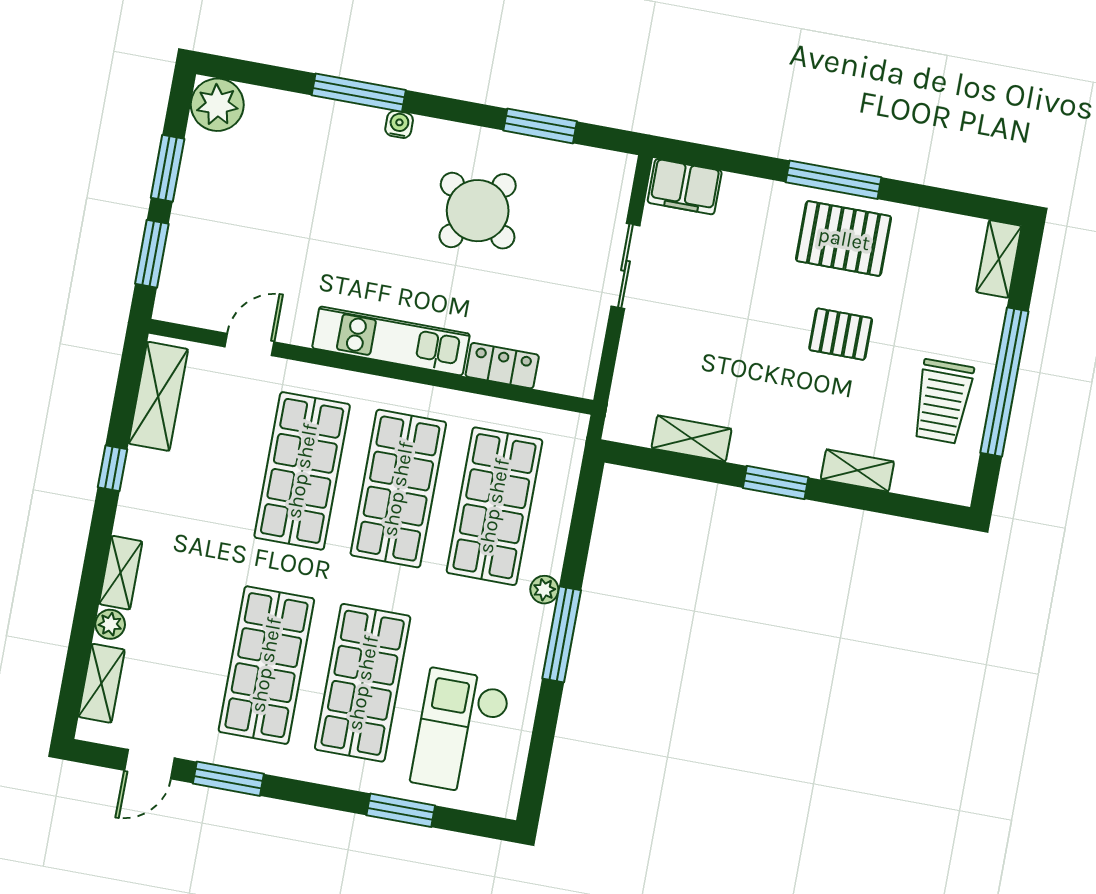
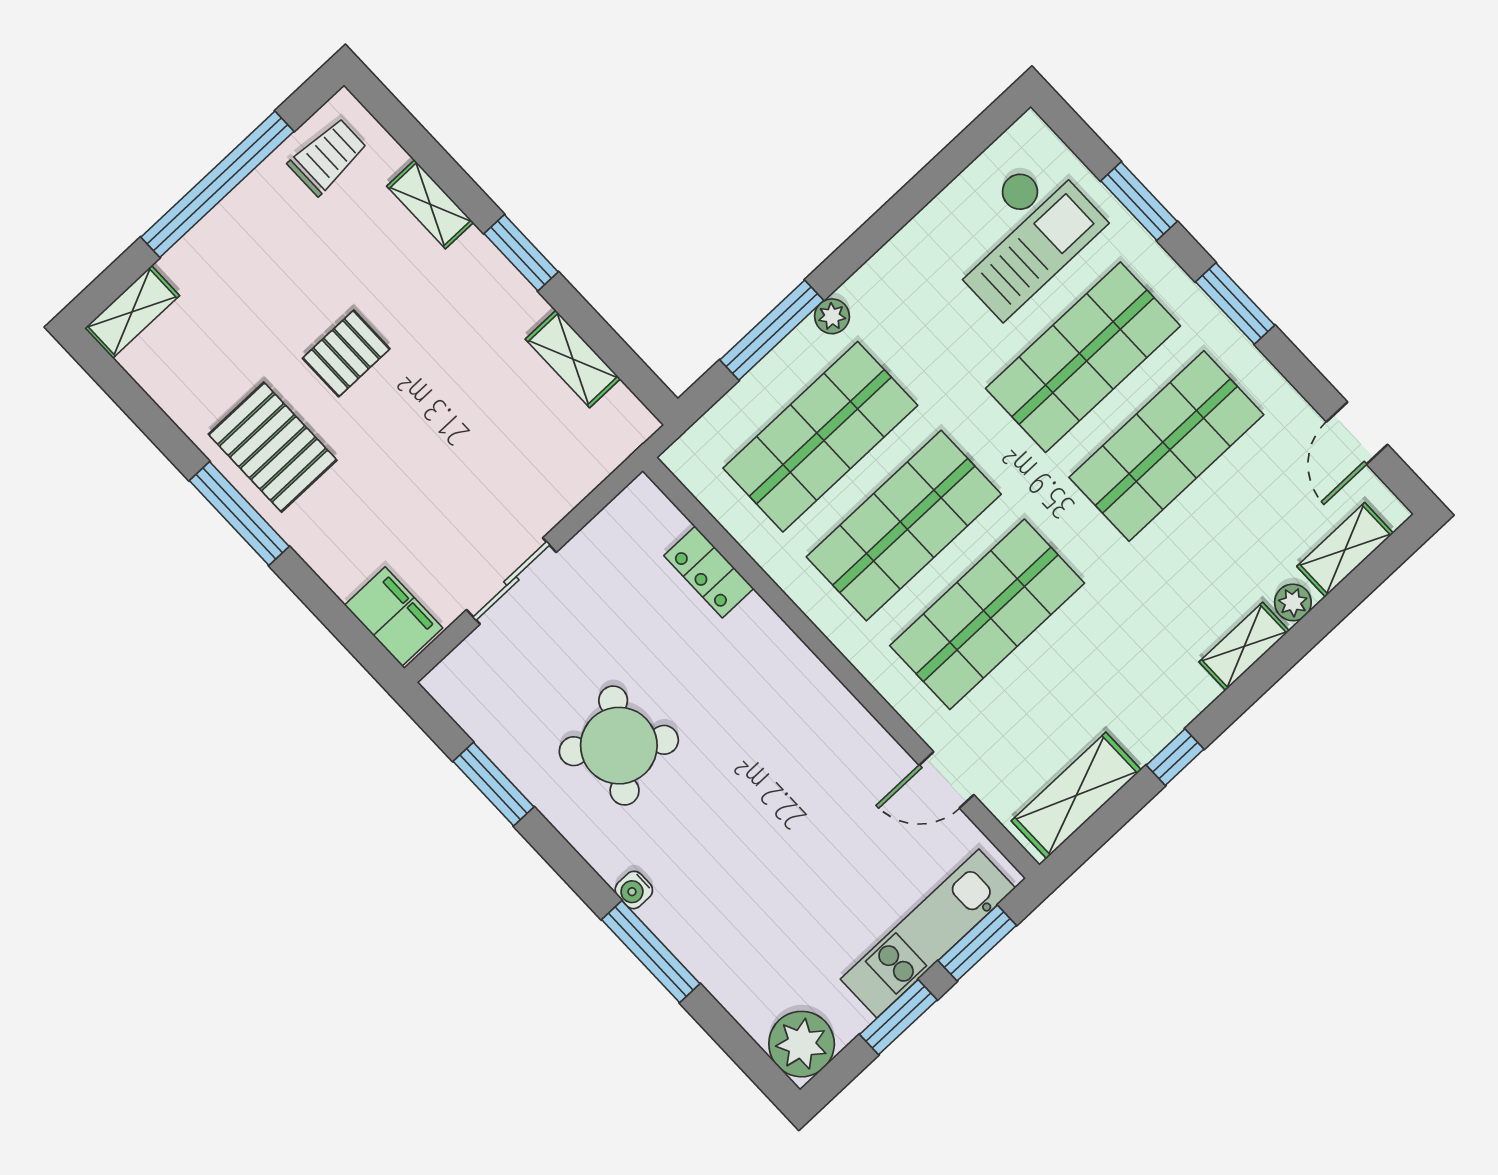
pallet: (841, 334) -> (346, 353), turned 90
kitchen unit: (391, 341) -> (928, 933), moved, turned 90
trolley: (943, 401) -> (328, 157), moved, width x0.73, depth x0.72
window: (562, 634) -> (772, 330), moved
door: (149, 764) -> (1357, 433), swing flipped
window: (228, 779) -> (1235, 304), moved

